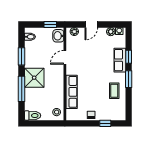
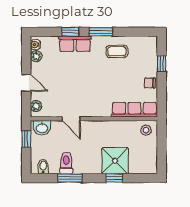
shower: (34, 78) -> (115, 161), moved
window: (22, 89) -> (114, 178), width x0.46
row of seats: (72, 92) -> (134, 110), moved
toilet: (33, 116) -> (66, 163), moved

